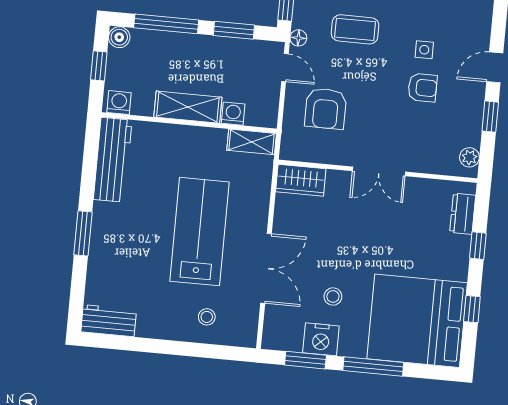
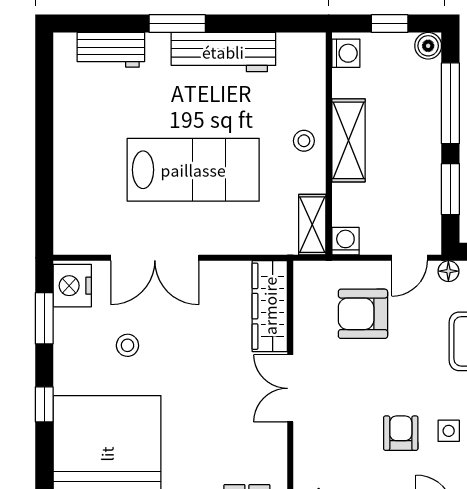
armchair: (423, 88) -> (401, 433), turned 180
washing machine: (233, 114) -> (345, 241), moved, turned -90
workbench: (113, 160) -> (223, 52), moved
wardrobe: (301, 180) -> (270, 306), width x1.50
stool: (207, 317) -> (304, 141), moved
workbench: (109, 321) -> (111, 50), moved, turned 90
nightstand: (321, 339) -> (72, 286), moved
window: (373, 367) -> (44, 404), width x0.46

